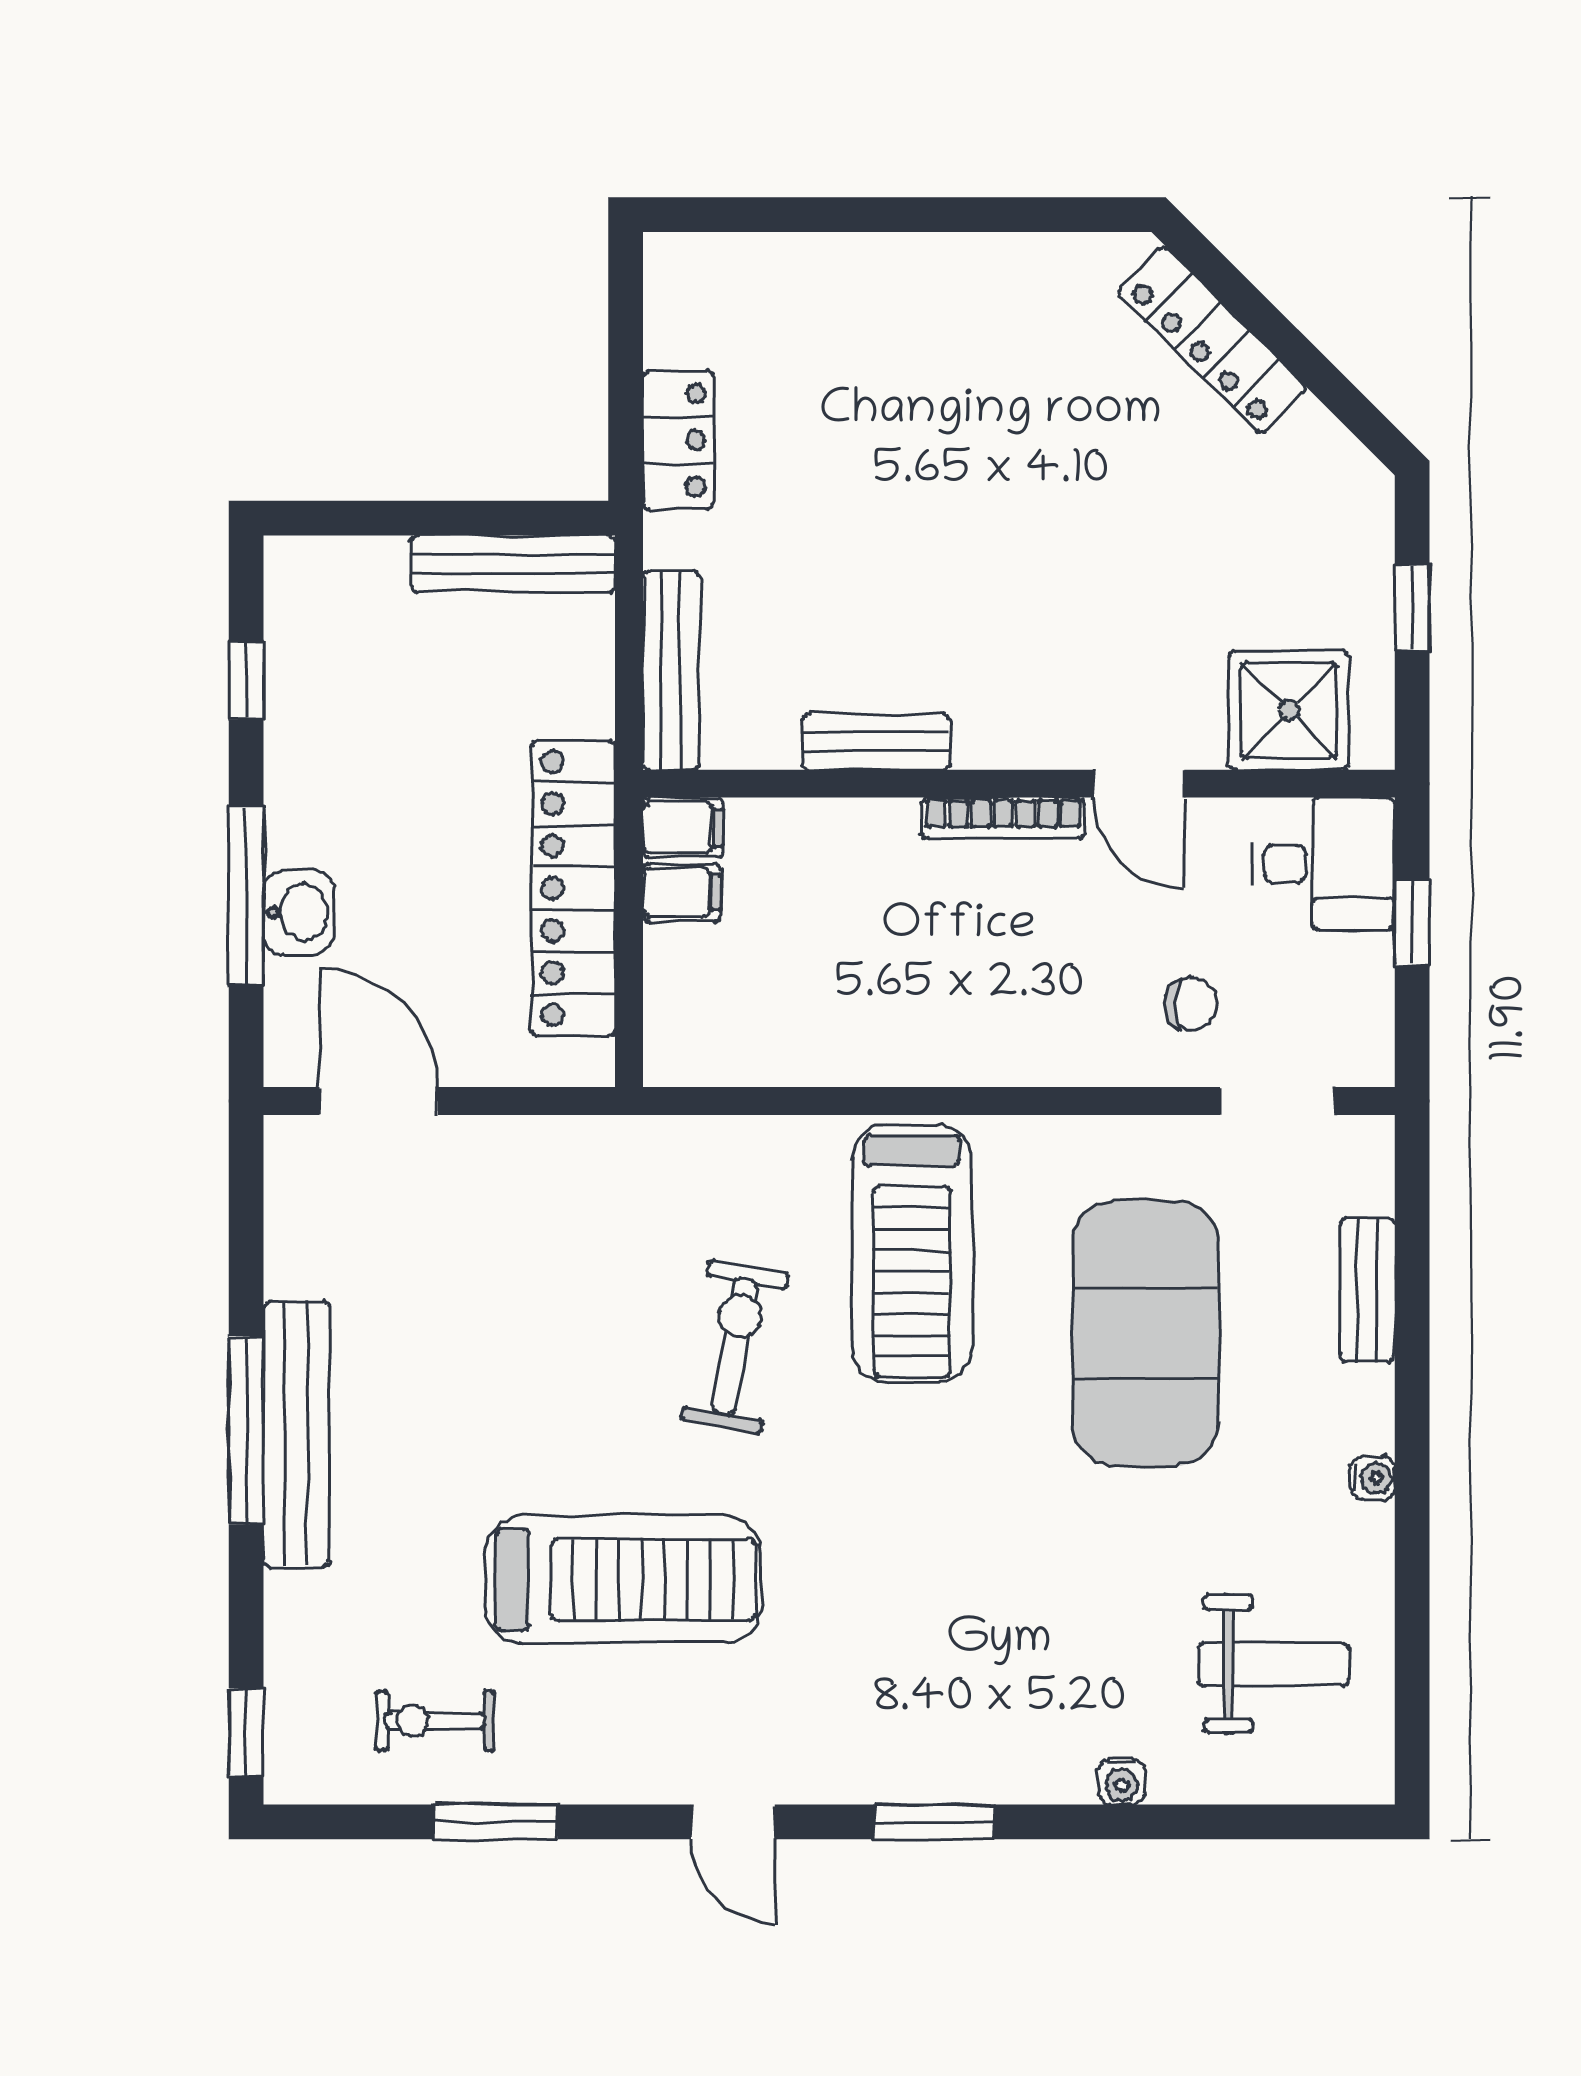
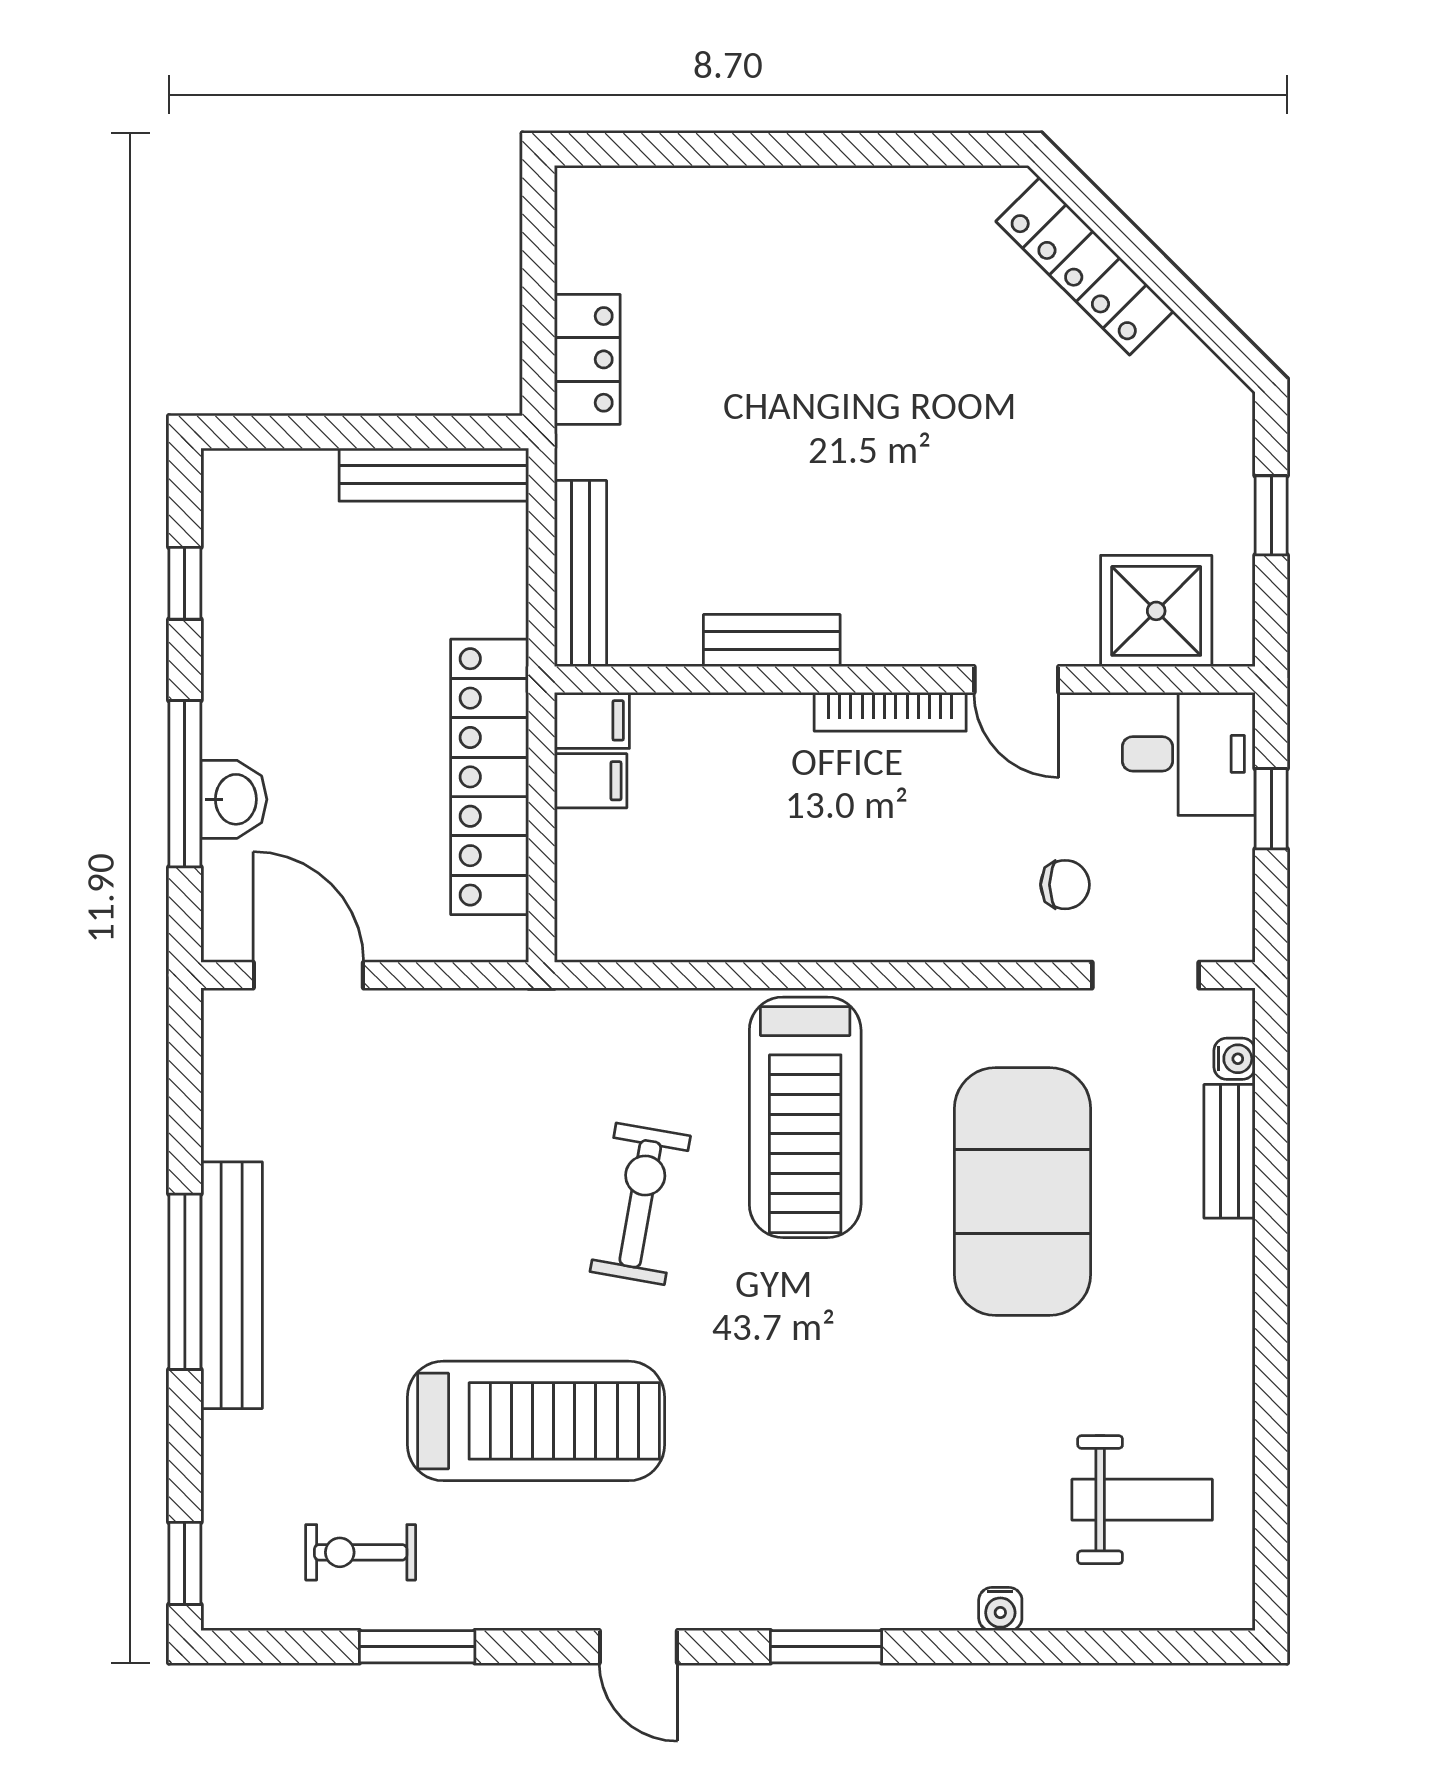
water cooler: (1373, 1478) -> (1234, 1059), moved

